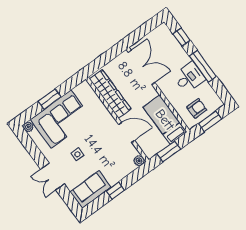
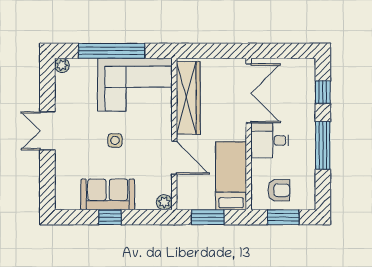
desk: (189, 78) -> (270, 140), moved, turned 180
window: (50, 99) -> (111, 51), width x2.11
corner sofa: (61, 119) -> (135, 85), moved
side table: (77, 154) -> (115, 140), moved
double door: (53, 177) -> (47, 131), moved
sofa: (91, 190) -> (108, 194), moved

